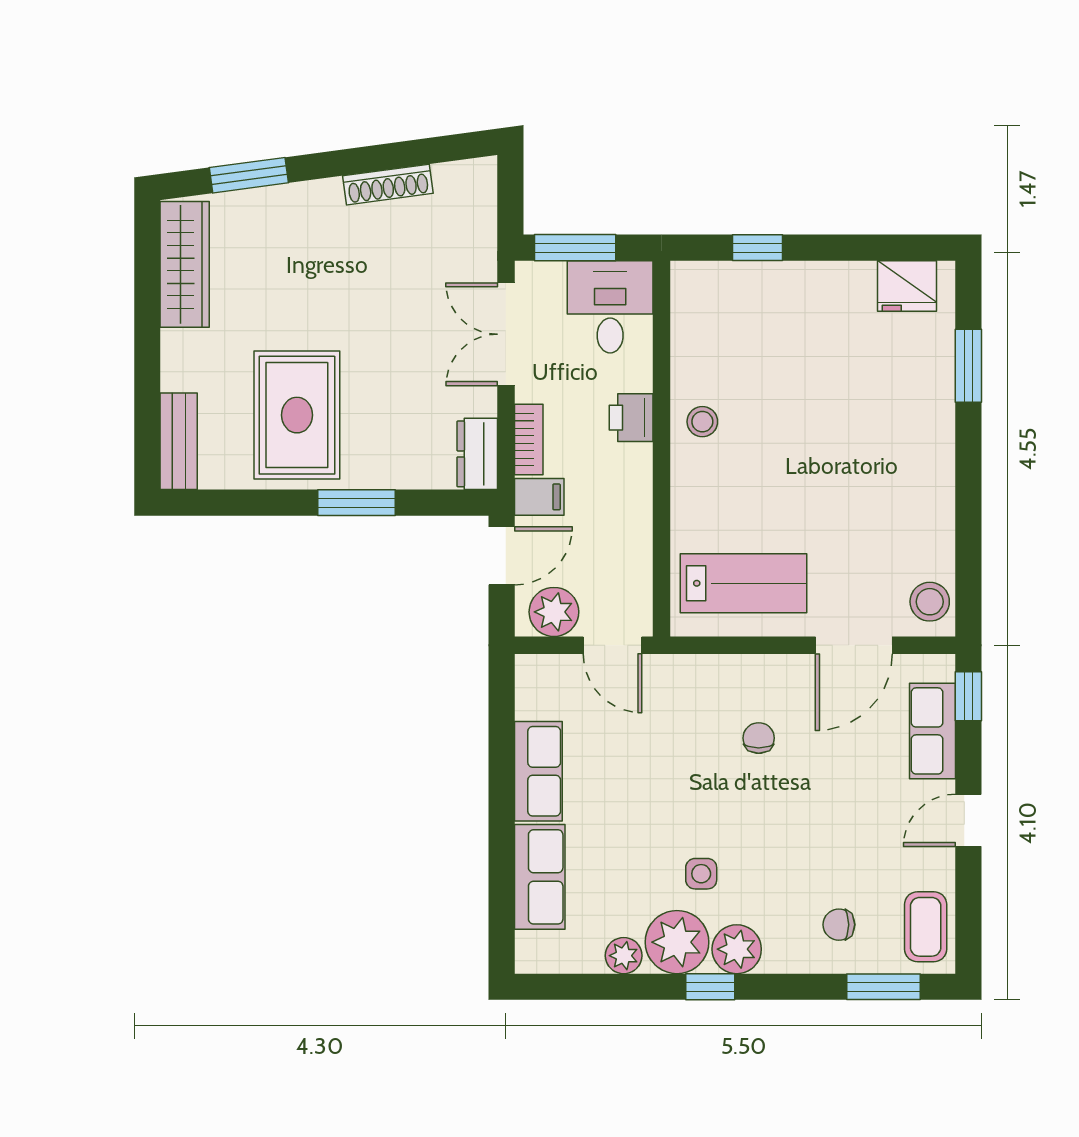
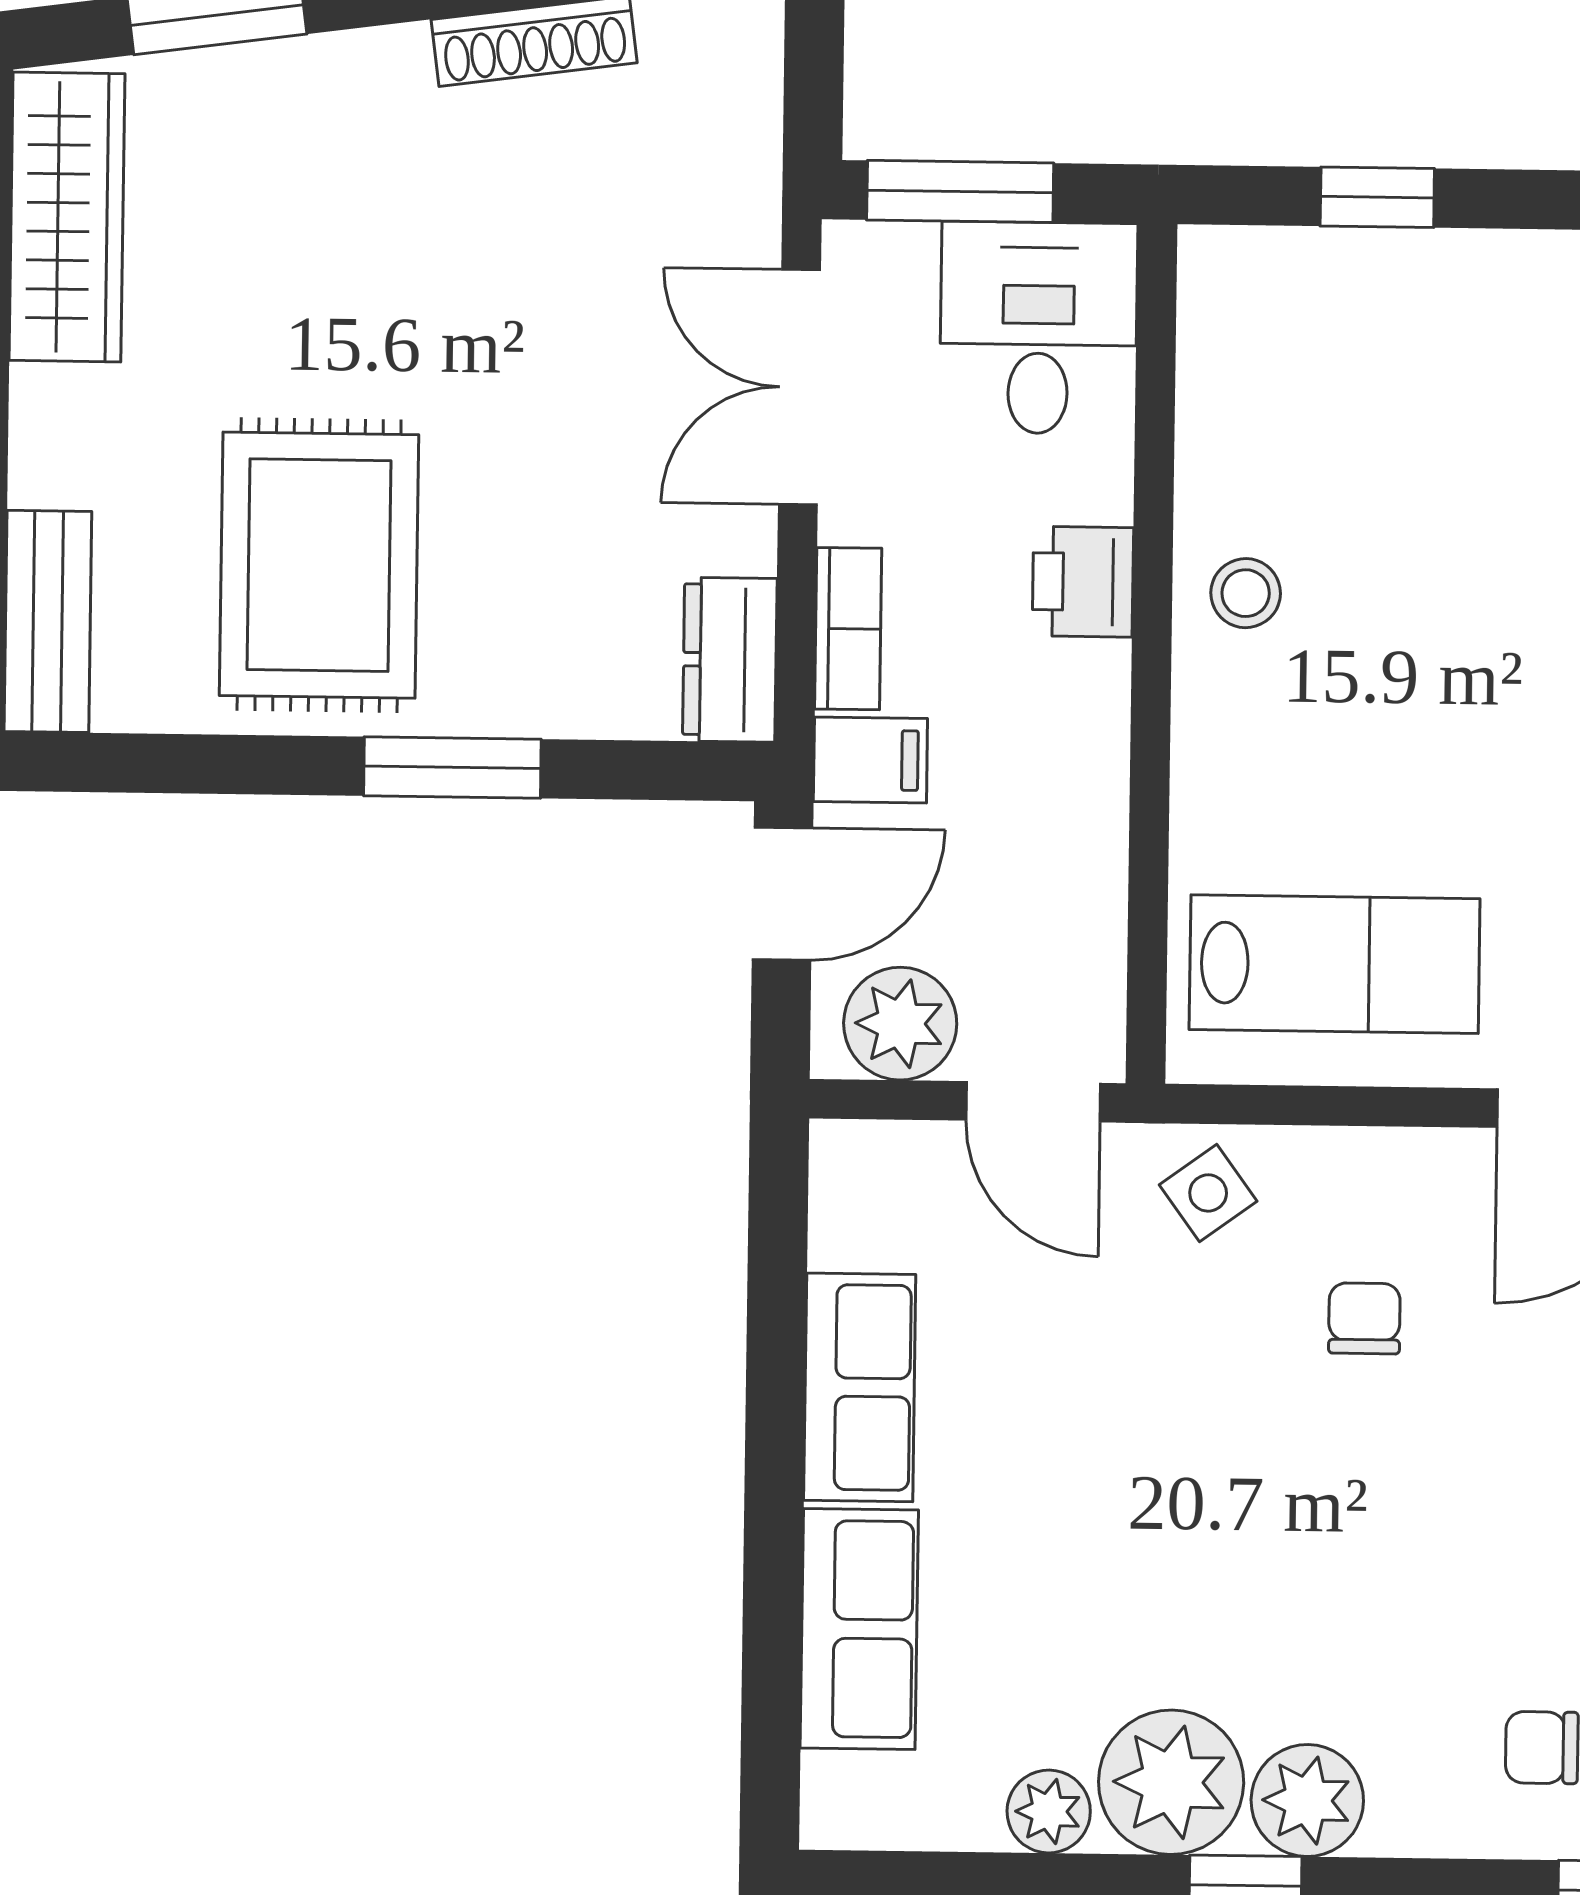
side table: (701, 874) -> (1208, 1193), moved, turned -36

